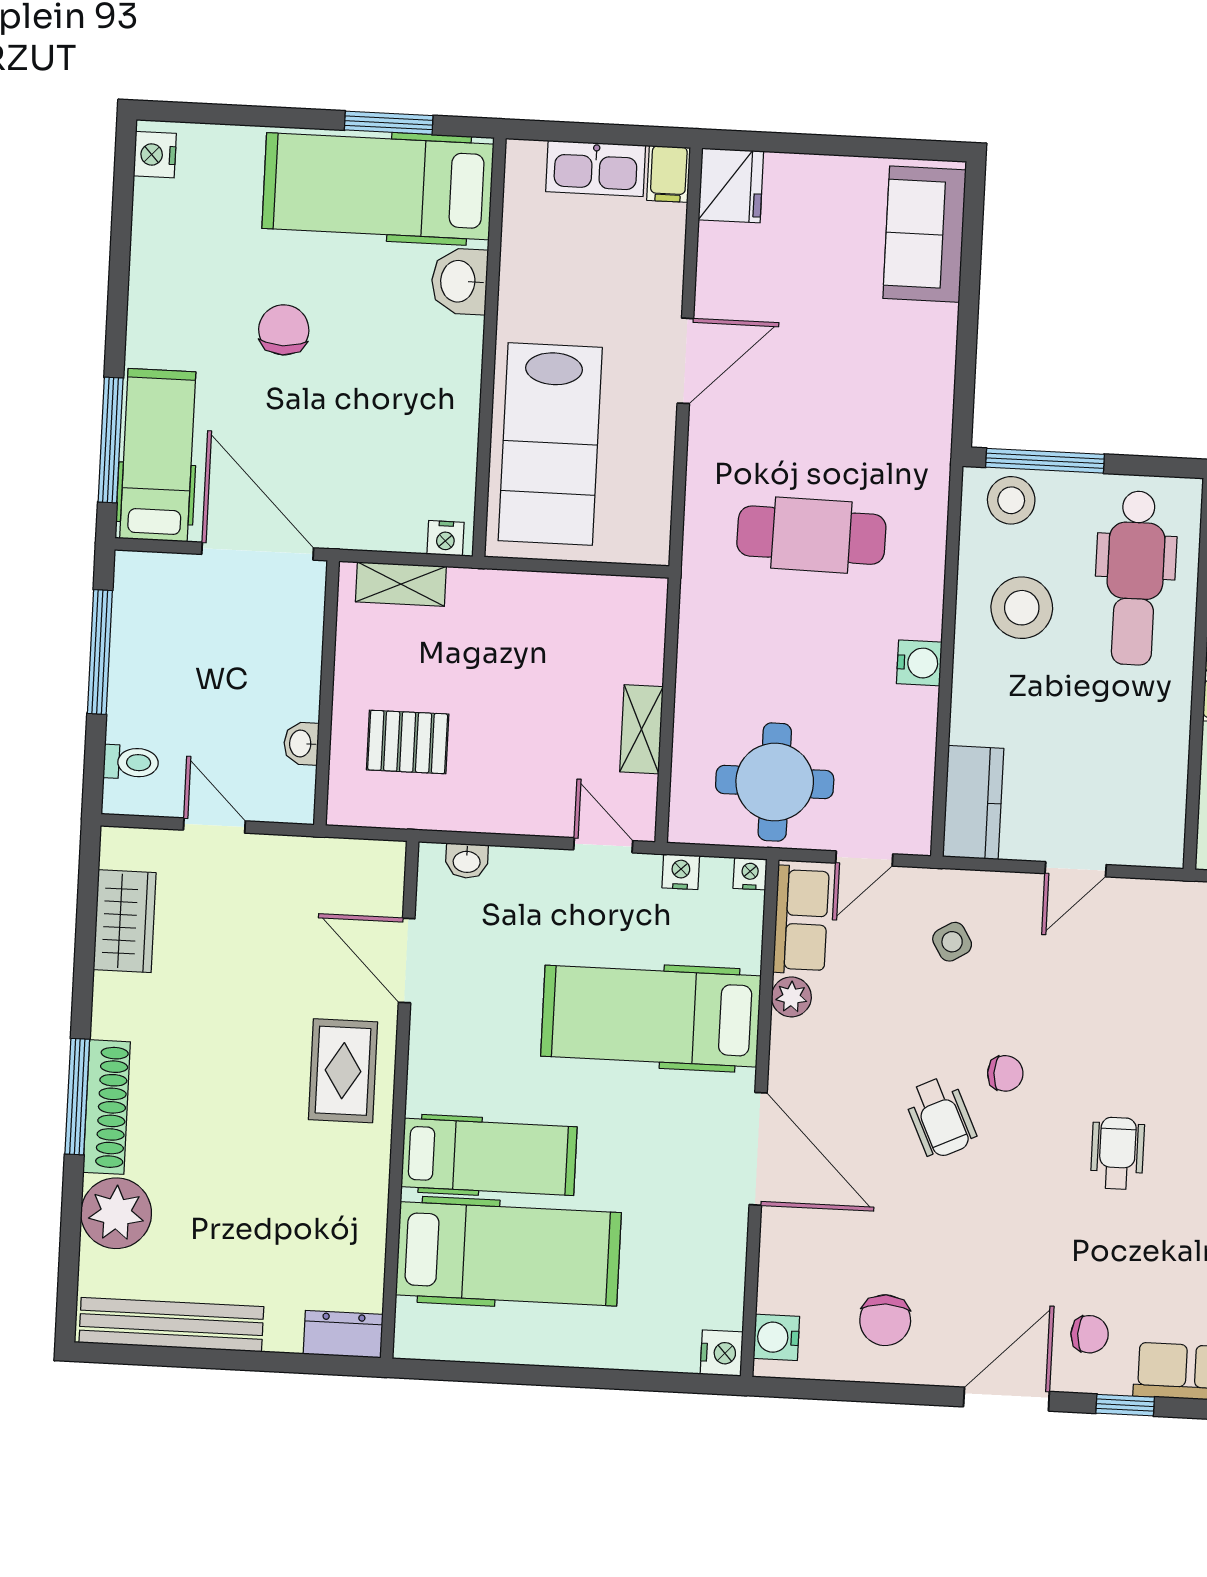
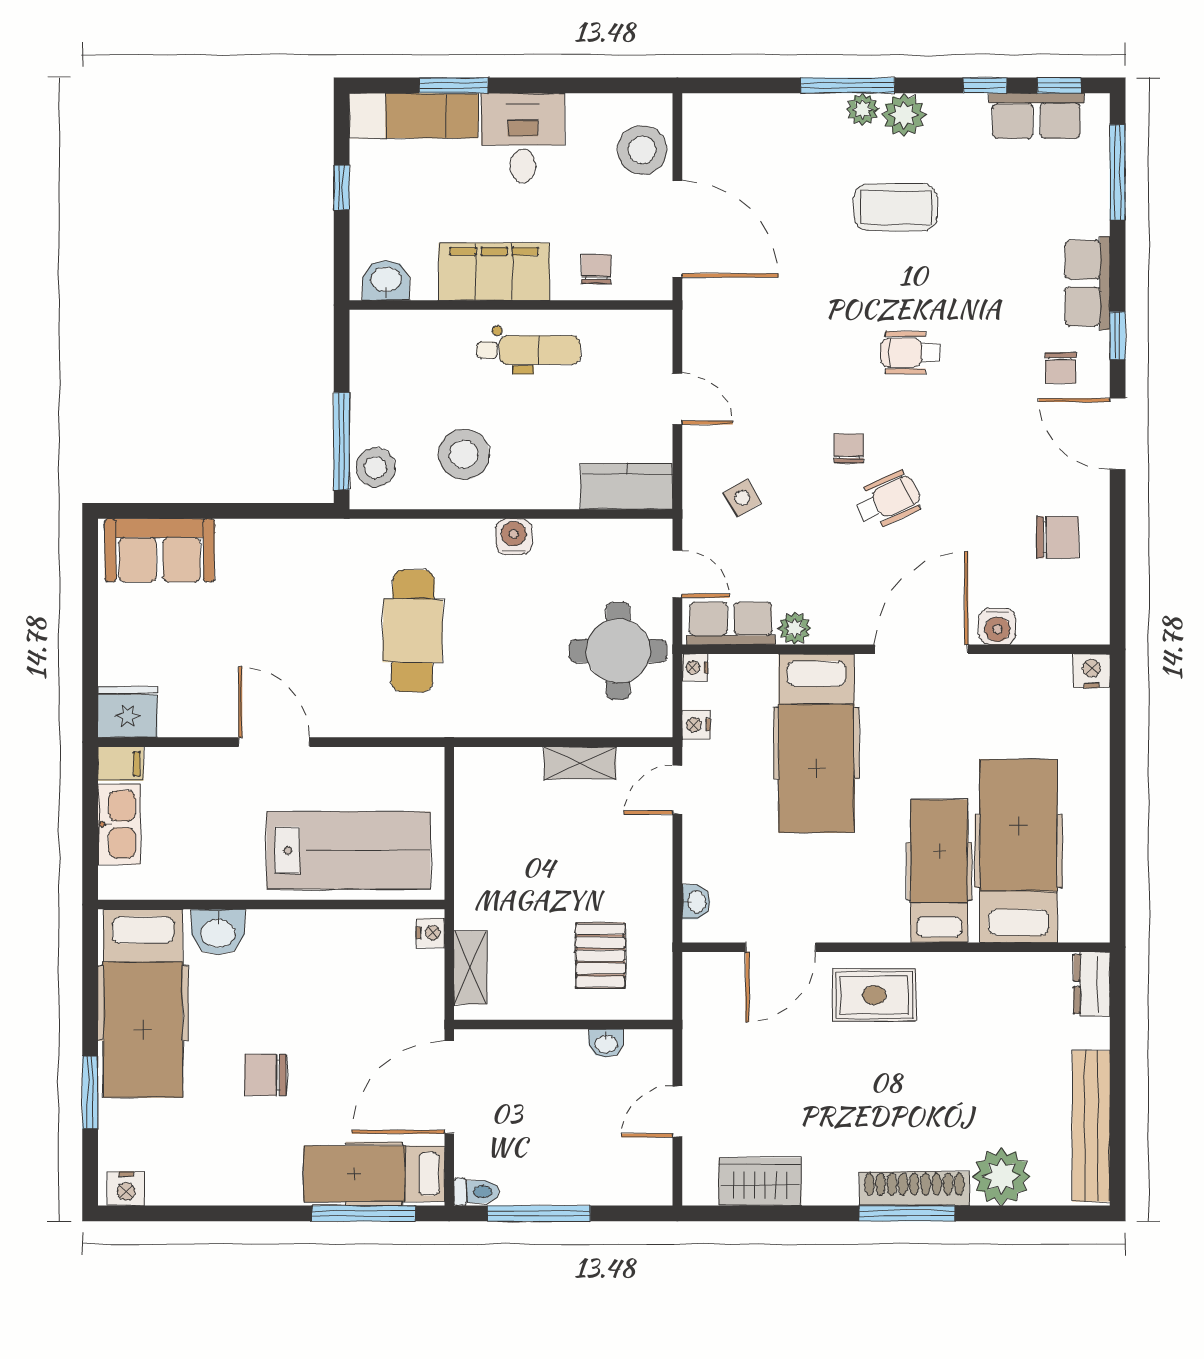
window: (389, 123) -> (90, 1092), moved
dental chair: (1135, 578) -> (528, 350), moved, width x0.73, depth x0.72
toilet: (131, 762) -> (476, 1192), moved, turned 90
chair: (1090, 1334) -> (1061, 368), turned 180
water cooler: (776, 1337) -> (997, 626), moved

